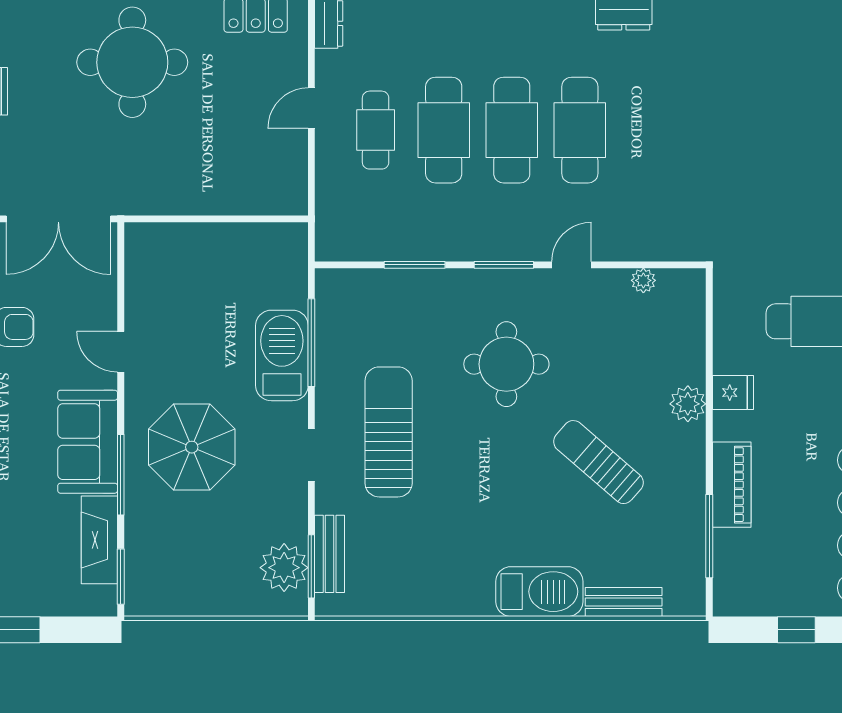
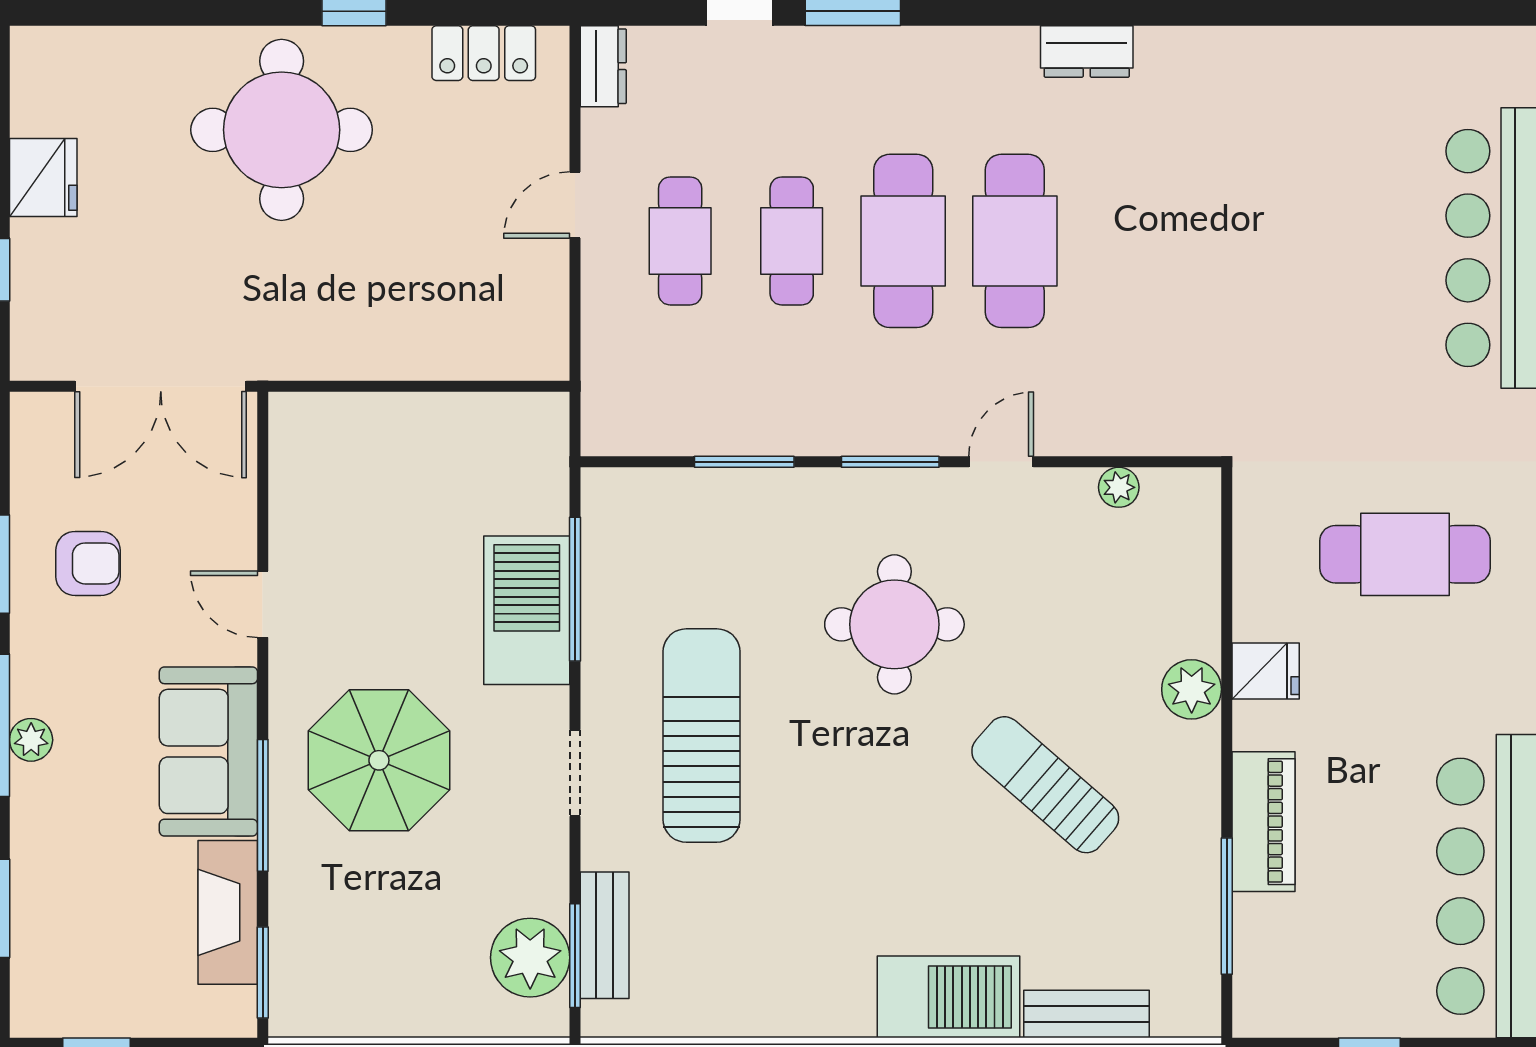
cafe table: (444, 130) -> (792, 241), width x0.73, depth x0.74

